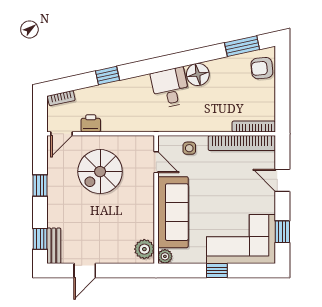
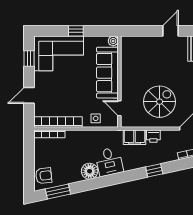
filing cabinet: (135, 122) -> (134, 137), added
printer: (91, 123) -> (153, 136), moved
door: (282, 180) -> (29, 95), swing flipped
plant: (144, 249) -> (128, 46), removed

